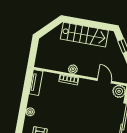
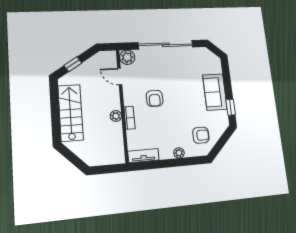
door: (104, 81) -> (120, 76), hinge flipped
armchair: (79, 104) -> (155, 98), added

